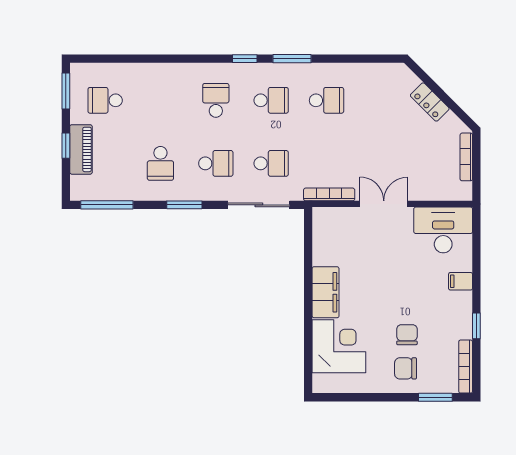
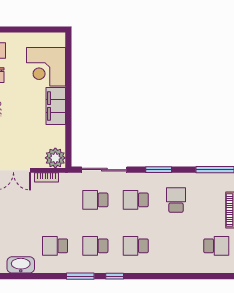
washbasin: (374, 74) -> (21, 265), added
school desk: (216, 100) -> (136, 246), turned 90
bookcase: (329, 194) -> (46, 177), width x0.64
plant: (326, 221) -> (55, 158), added

